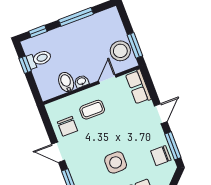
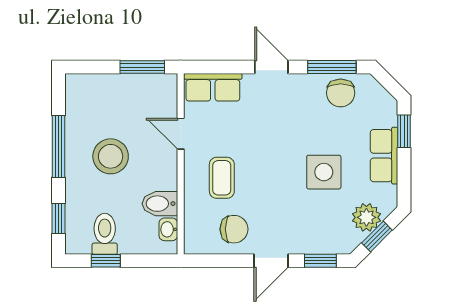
stool: (120, 51) -> (111, 156), moved
washbasin: (81, 81) -> (168, 229), moved

